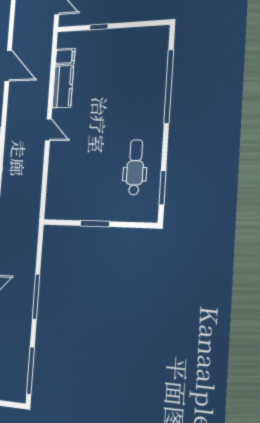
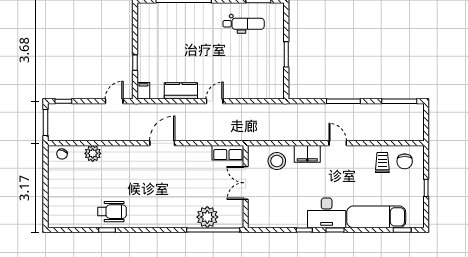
filing cabinet: (65, 56) -> (143, 91), moved
dental chair: (135, 167) -> (244, 24), turned 180

